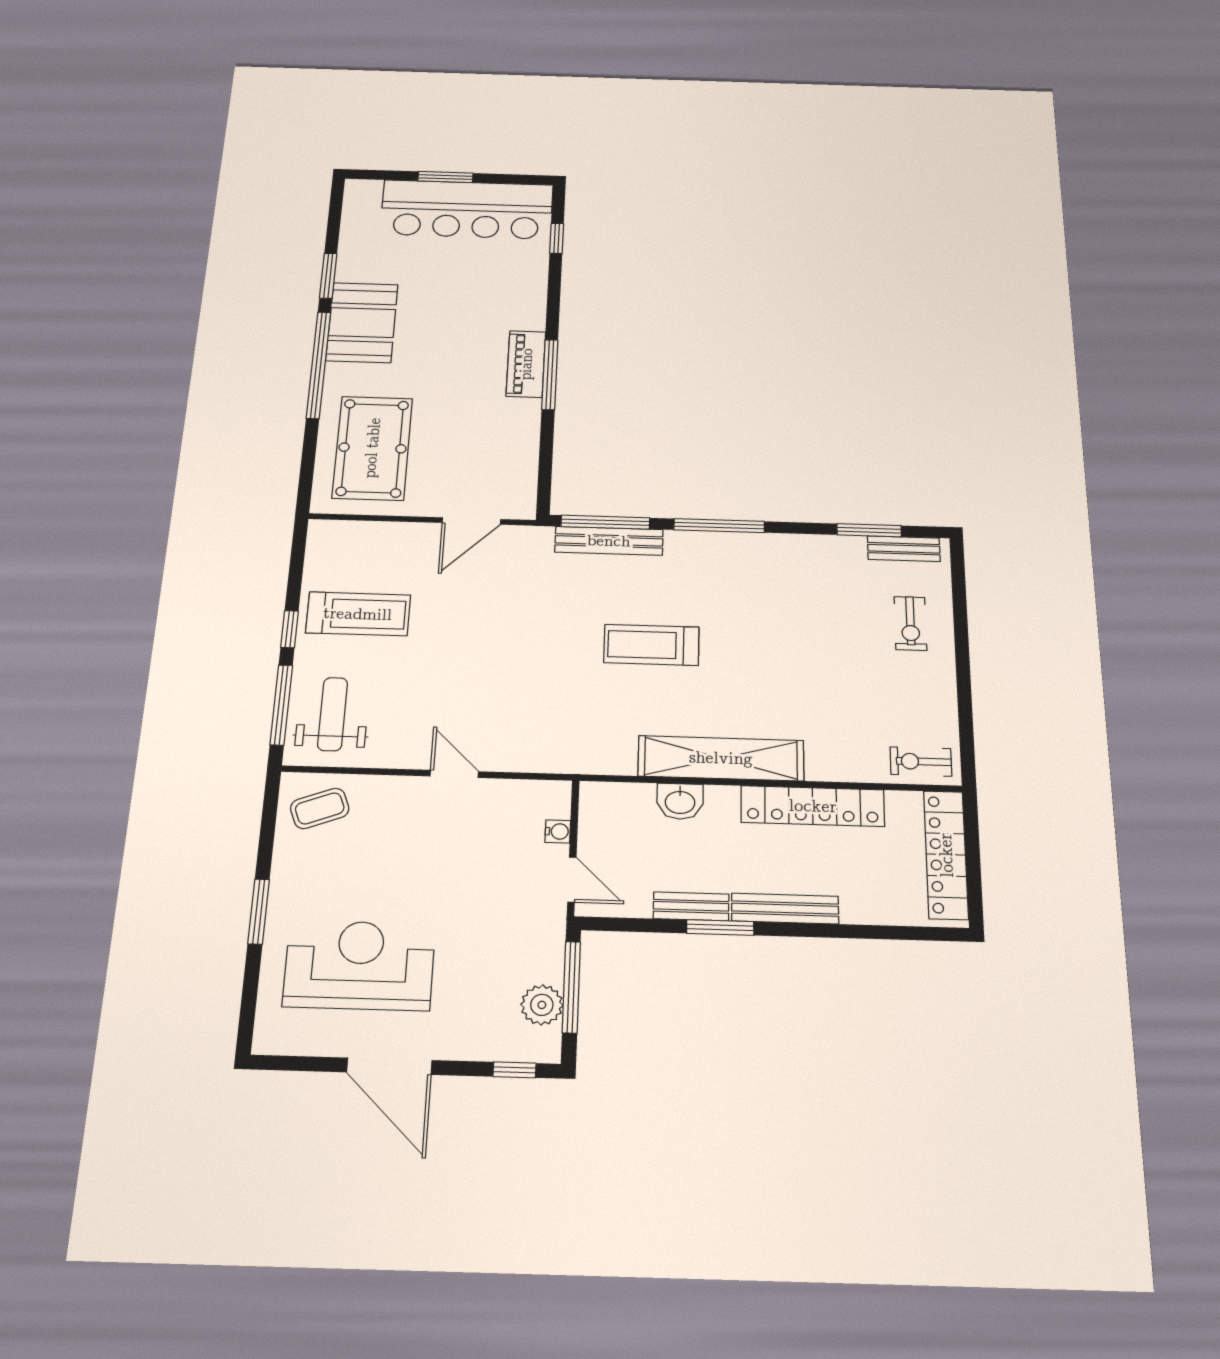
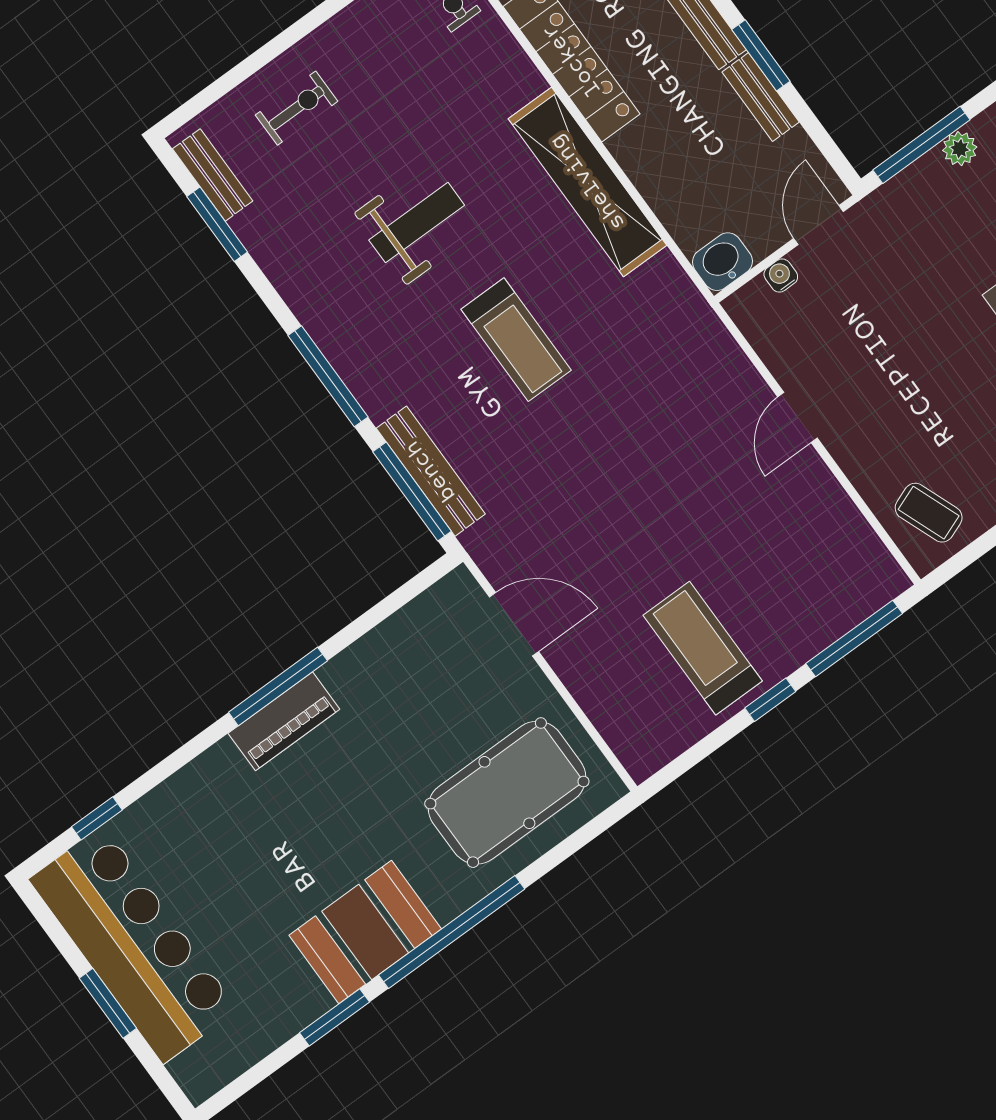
weight bench: (333, 714) -> (417, 223), moved, turned 180
washbasin: (680, 801) -> (722, 262), moved, turned -90
plant: (542, 1005) -> (960, 149), width x0.73, depth x0.73

